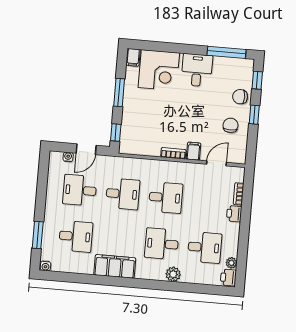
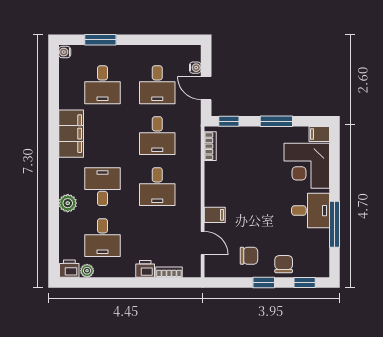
window: (226, 52) -> (335, 224), moved
bookcase: (173, 153) -> (210, 146), moved
desk: (80, 190) -> (157, 85), turned 180

